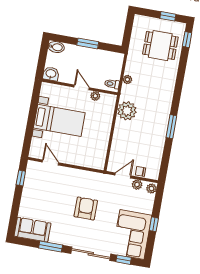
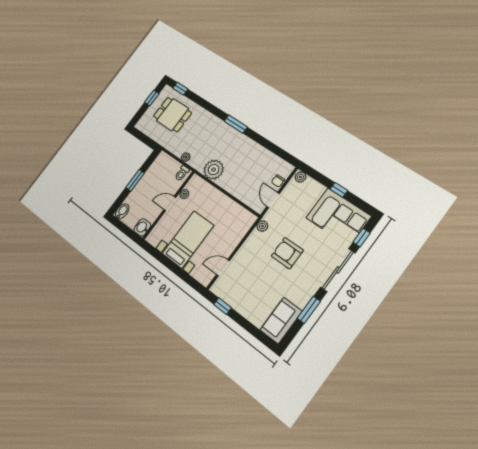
dining table: (160, 46) -> (173, 115), turned 90
window: (171, 127) -> (236, 124), moved
plant: (137, 185) -> (262, 226), moved

